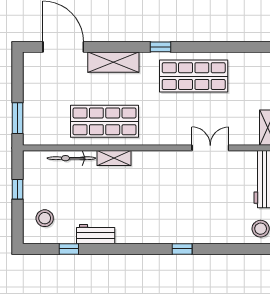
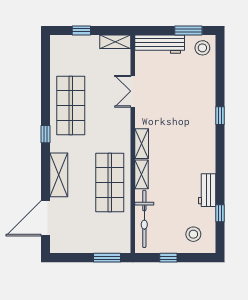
bicycle: (71, 158) -> (144, 219), width x1.37, depth x1.40
shelving: (150, 158) -> (142, 144), added

